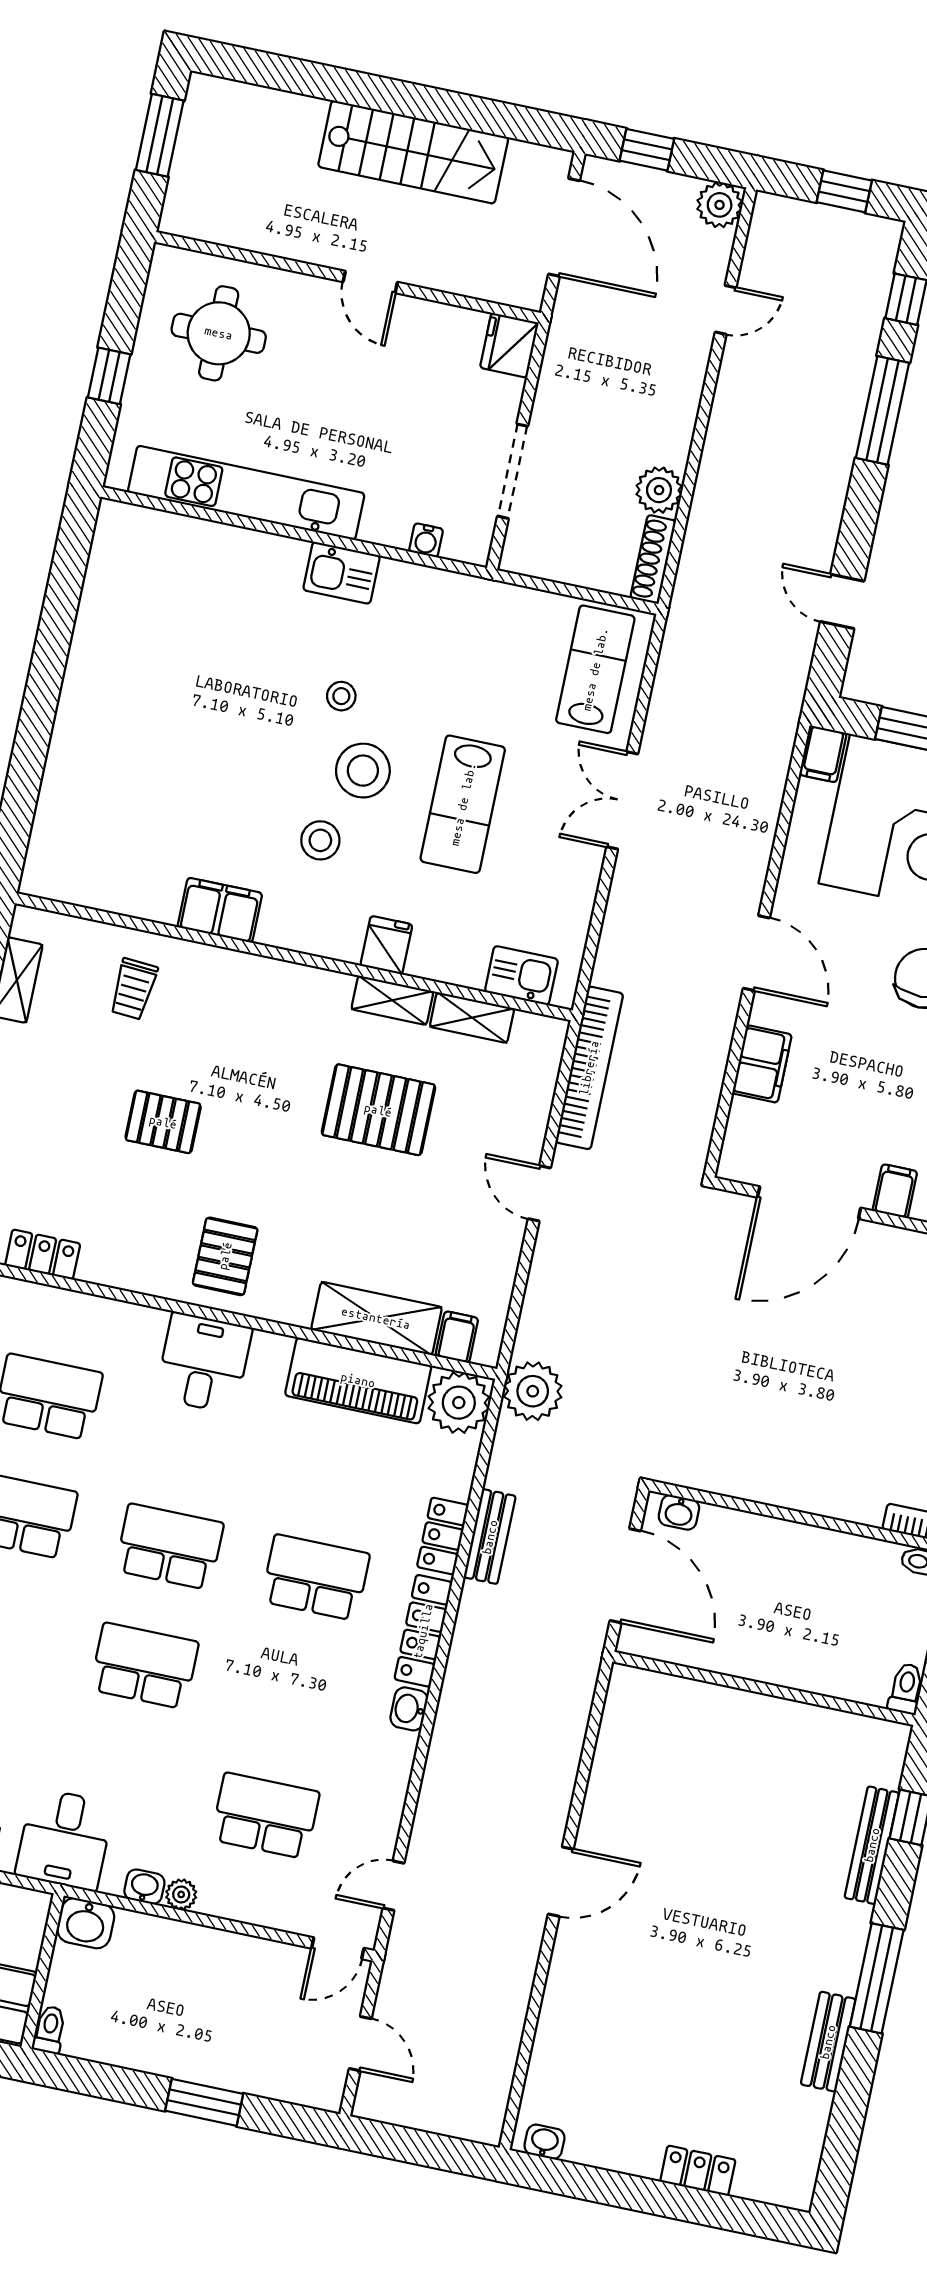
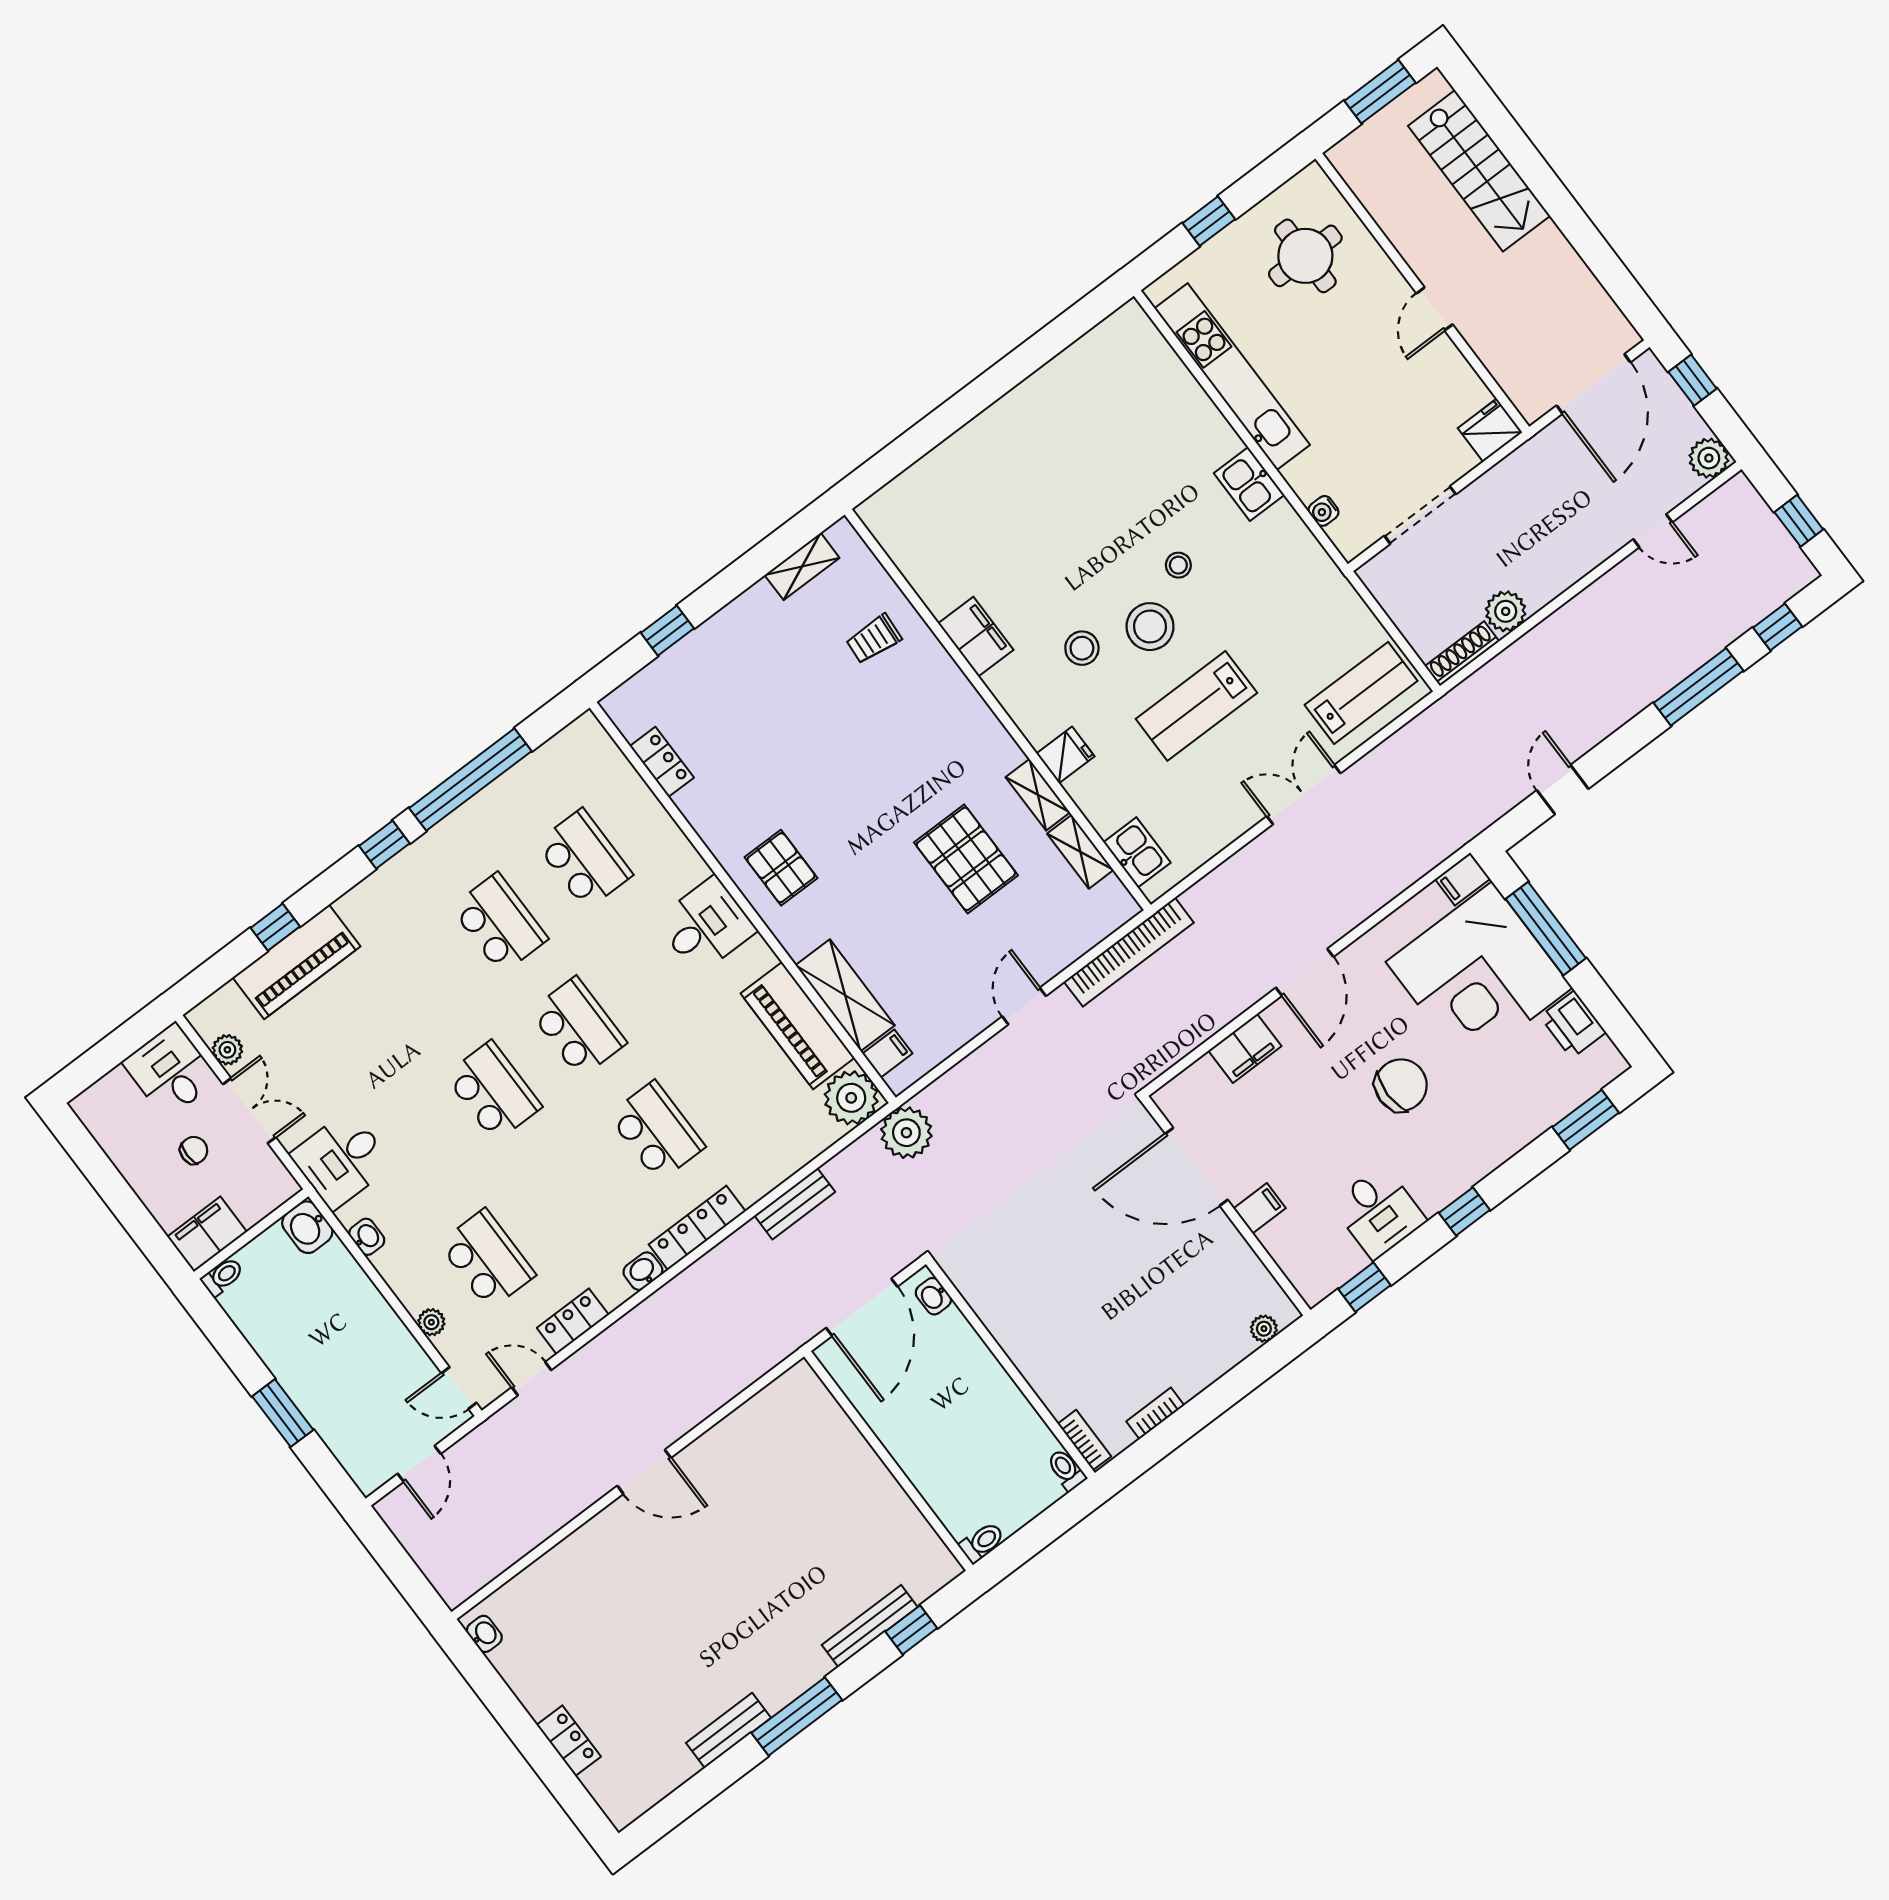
stairs: (413, 152) -> (1479, 171), moved
pallet: (163, 1122) -> (817, 744), removed
pallet: (225, 1256) -> (781, 868), turned 90
locker: (443, 1536) -> (573, 1321), moved
plant: (181, 1894) -> (431, 1322), moved

